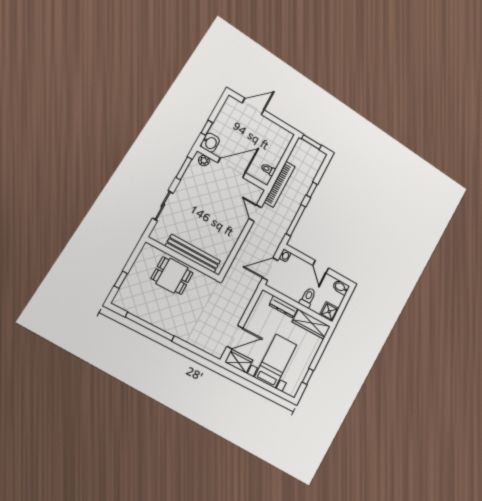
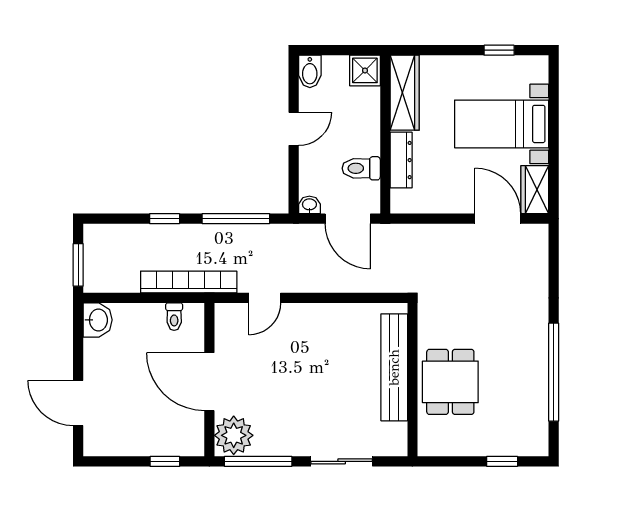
washbasin: (210, 143) -> (98, 320), moved, turned 90
plant: (204, 161) -> (234, 435), width x1.88, depth x1.88
window: (184, 168) -> (258, 461), width x1.44
toilet: (308, 298) -> (361, 168), moved

